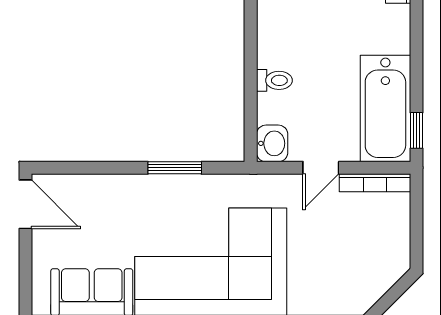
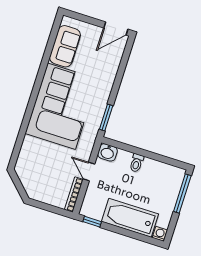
bathtub: (385, 108) -> (130, 218), moved
window: (175, 168) -> (106, 117), moved

